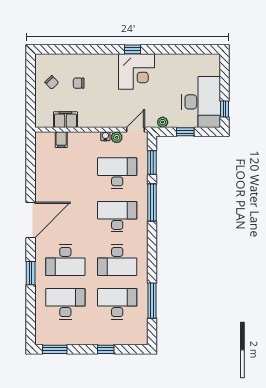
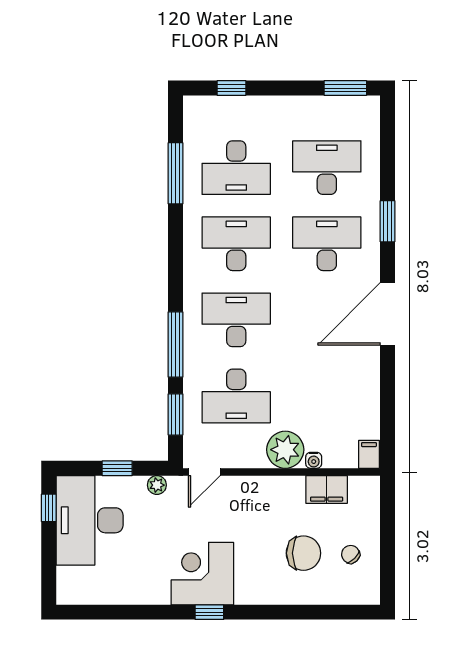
chair: (79, 83) -> (303, 553), width x1.87, depth x1.87
water cooler: (105, 136) -> (314, 460), moved
plant: (117, 137) -> (285, 450), moved, width x1.88, depth x1.88
filing cabinet: (61, 140) -> (369, 454), moved
desk: (117, 217) -> (236, 320), turned 180
desk: (65, 304) -> (327, 168), turned 180
window: (106, 349) -> (231, 88), moved

